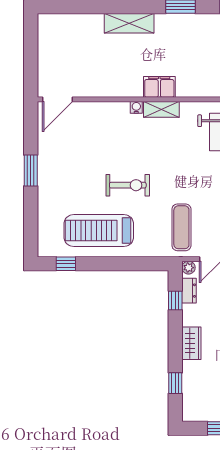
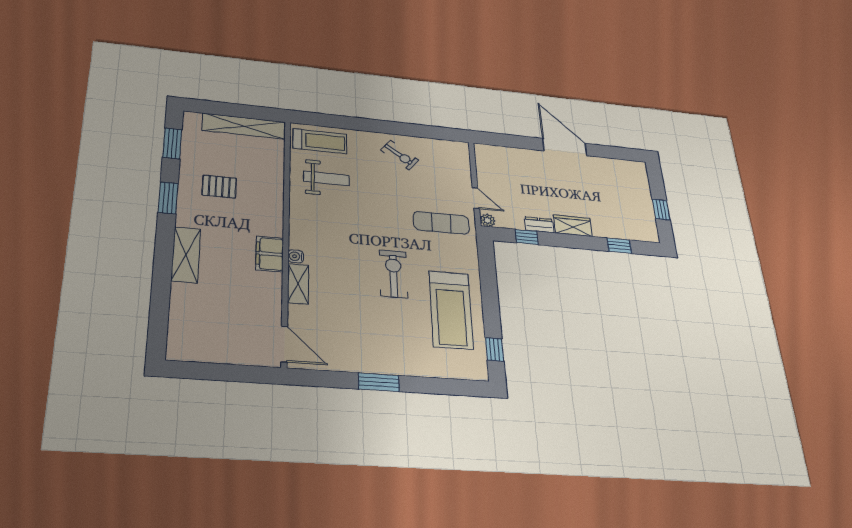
pallet: (196, 46) -> (219, 187), added
filing cabinet: (159, 87) -> (270, 254), moved
shelving: (161, 109) -> (298, 284), moved
dresser: (189, 291) -> (539, 225), moved

